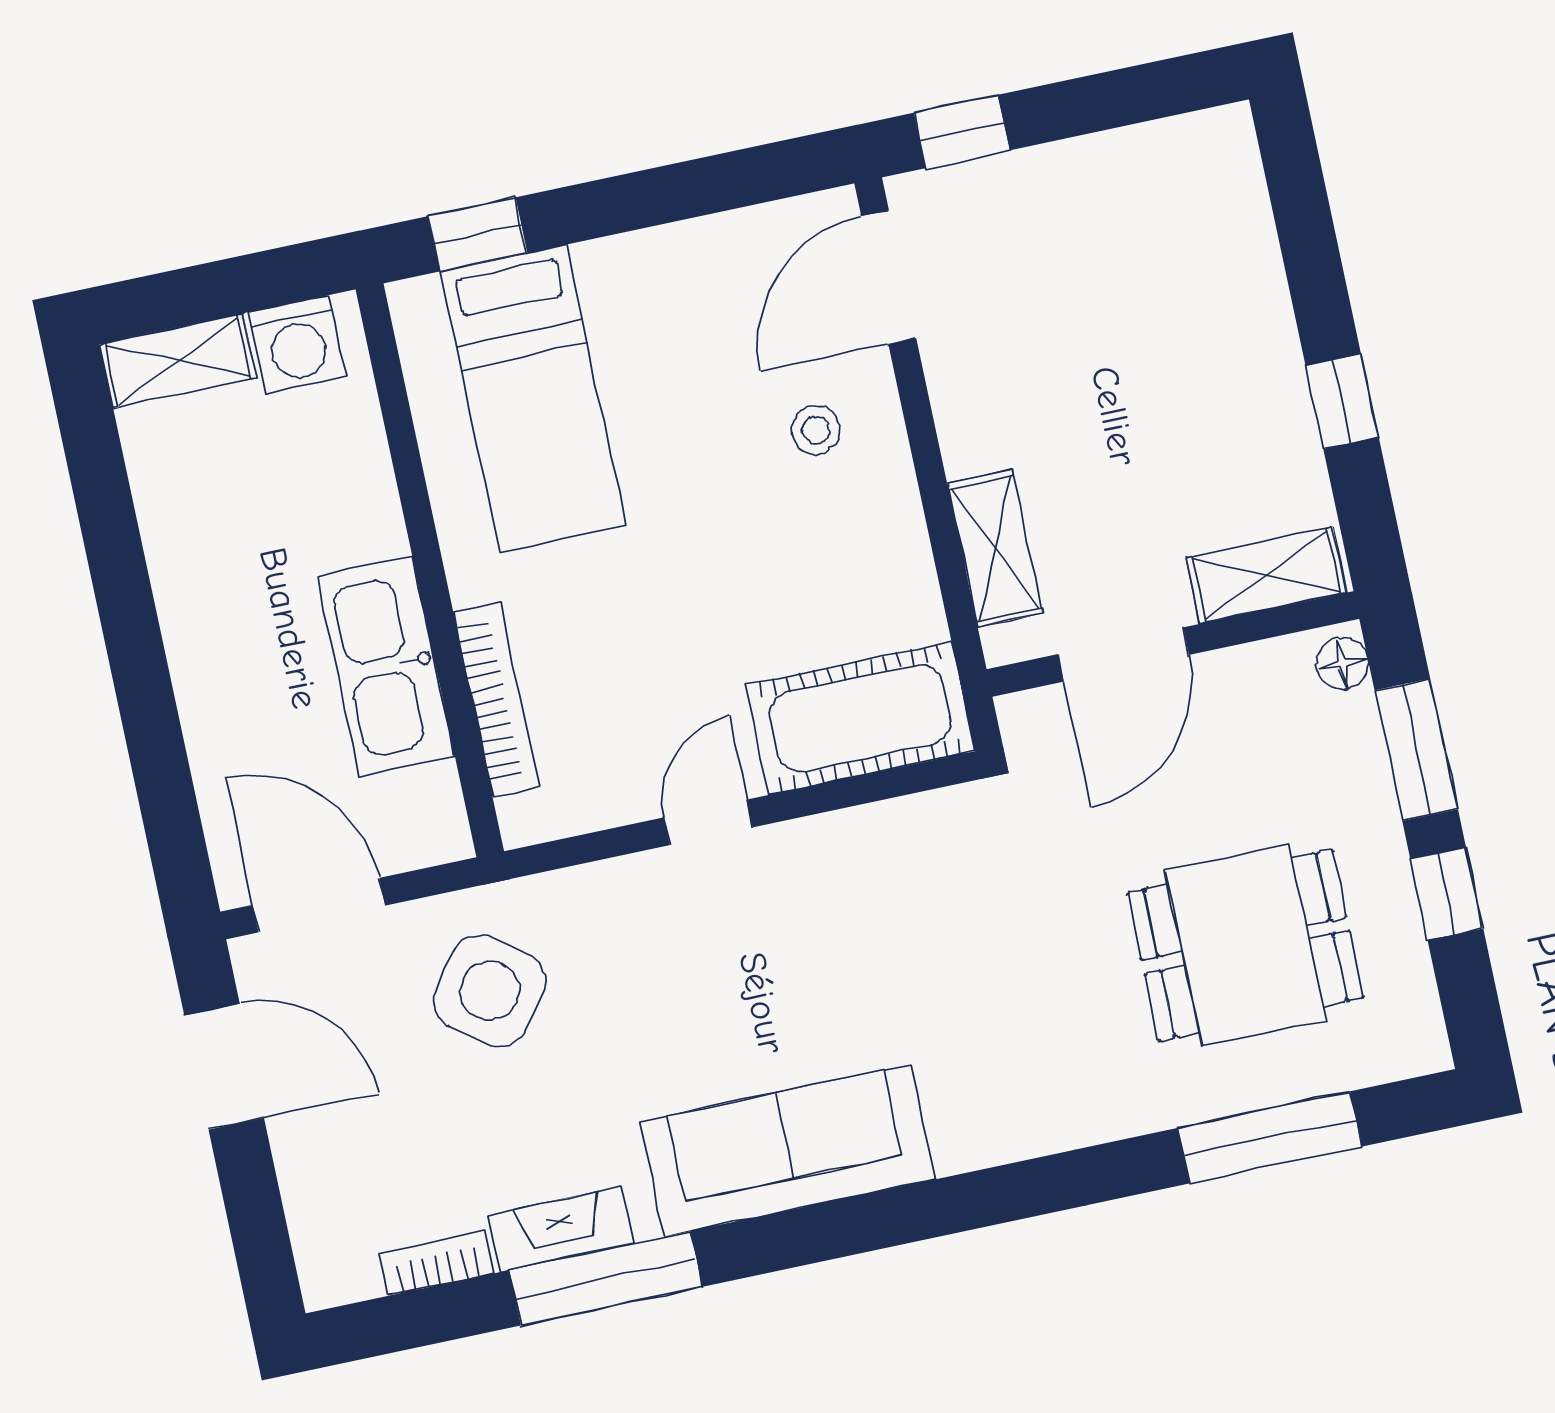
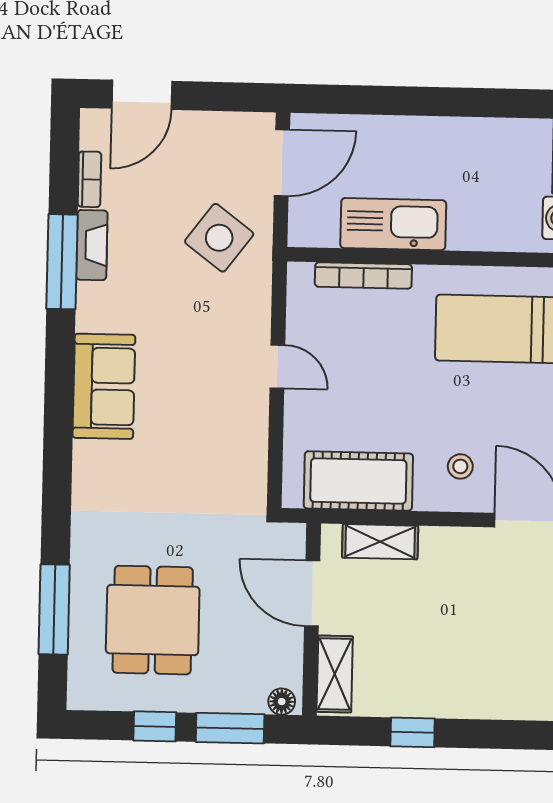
cot: (860, 718) -> (358, 481), moved, turned 90
door: (224, 1067) -> (142, 95), moved
sofa: (788, 1151) -> (104, 386), width x0.73

